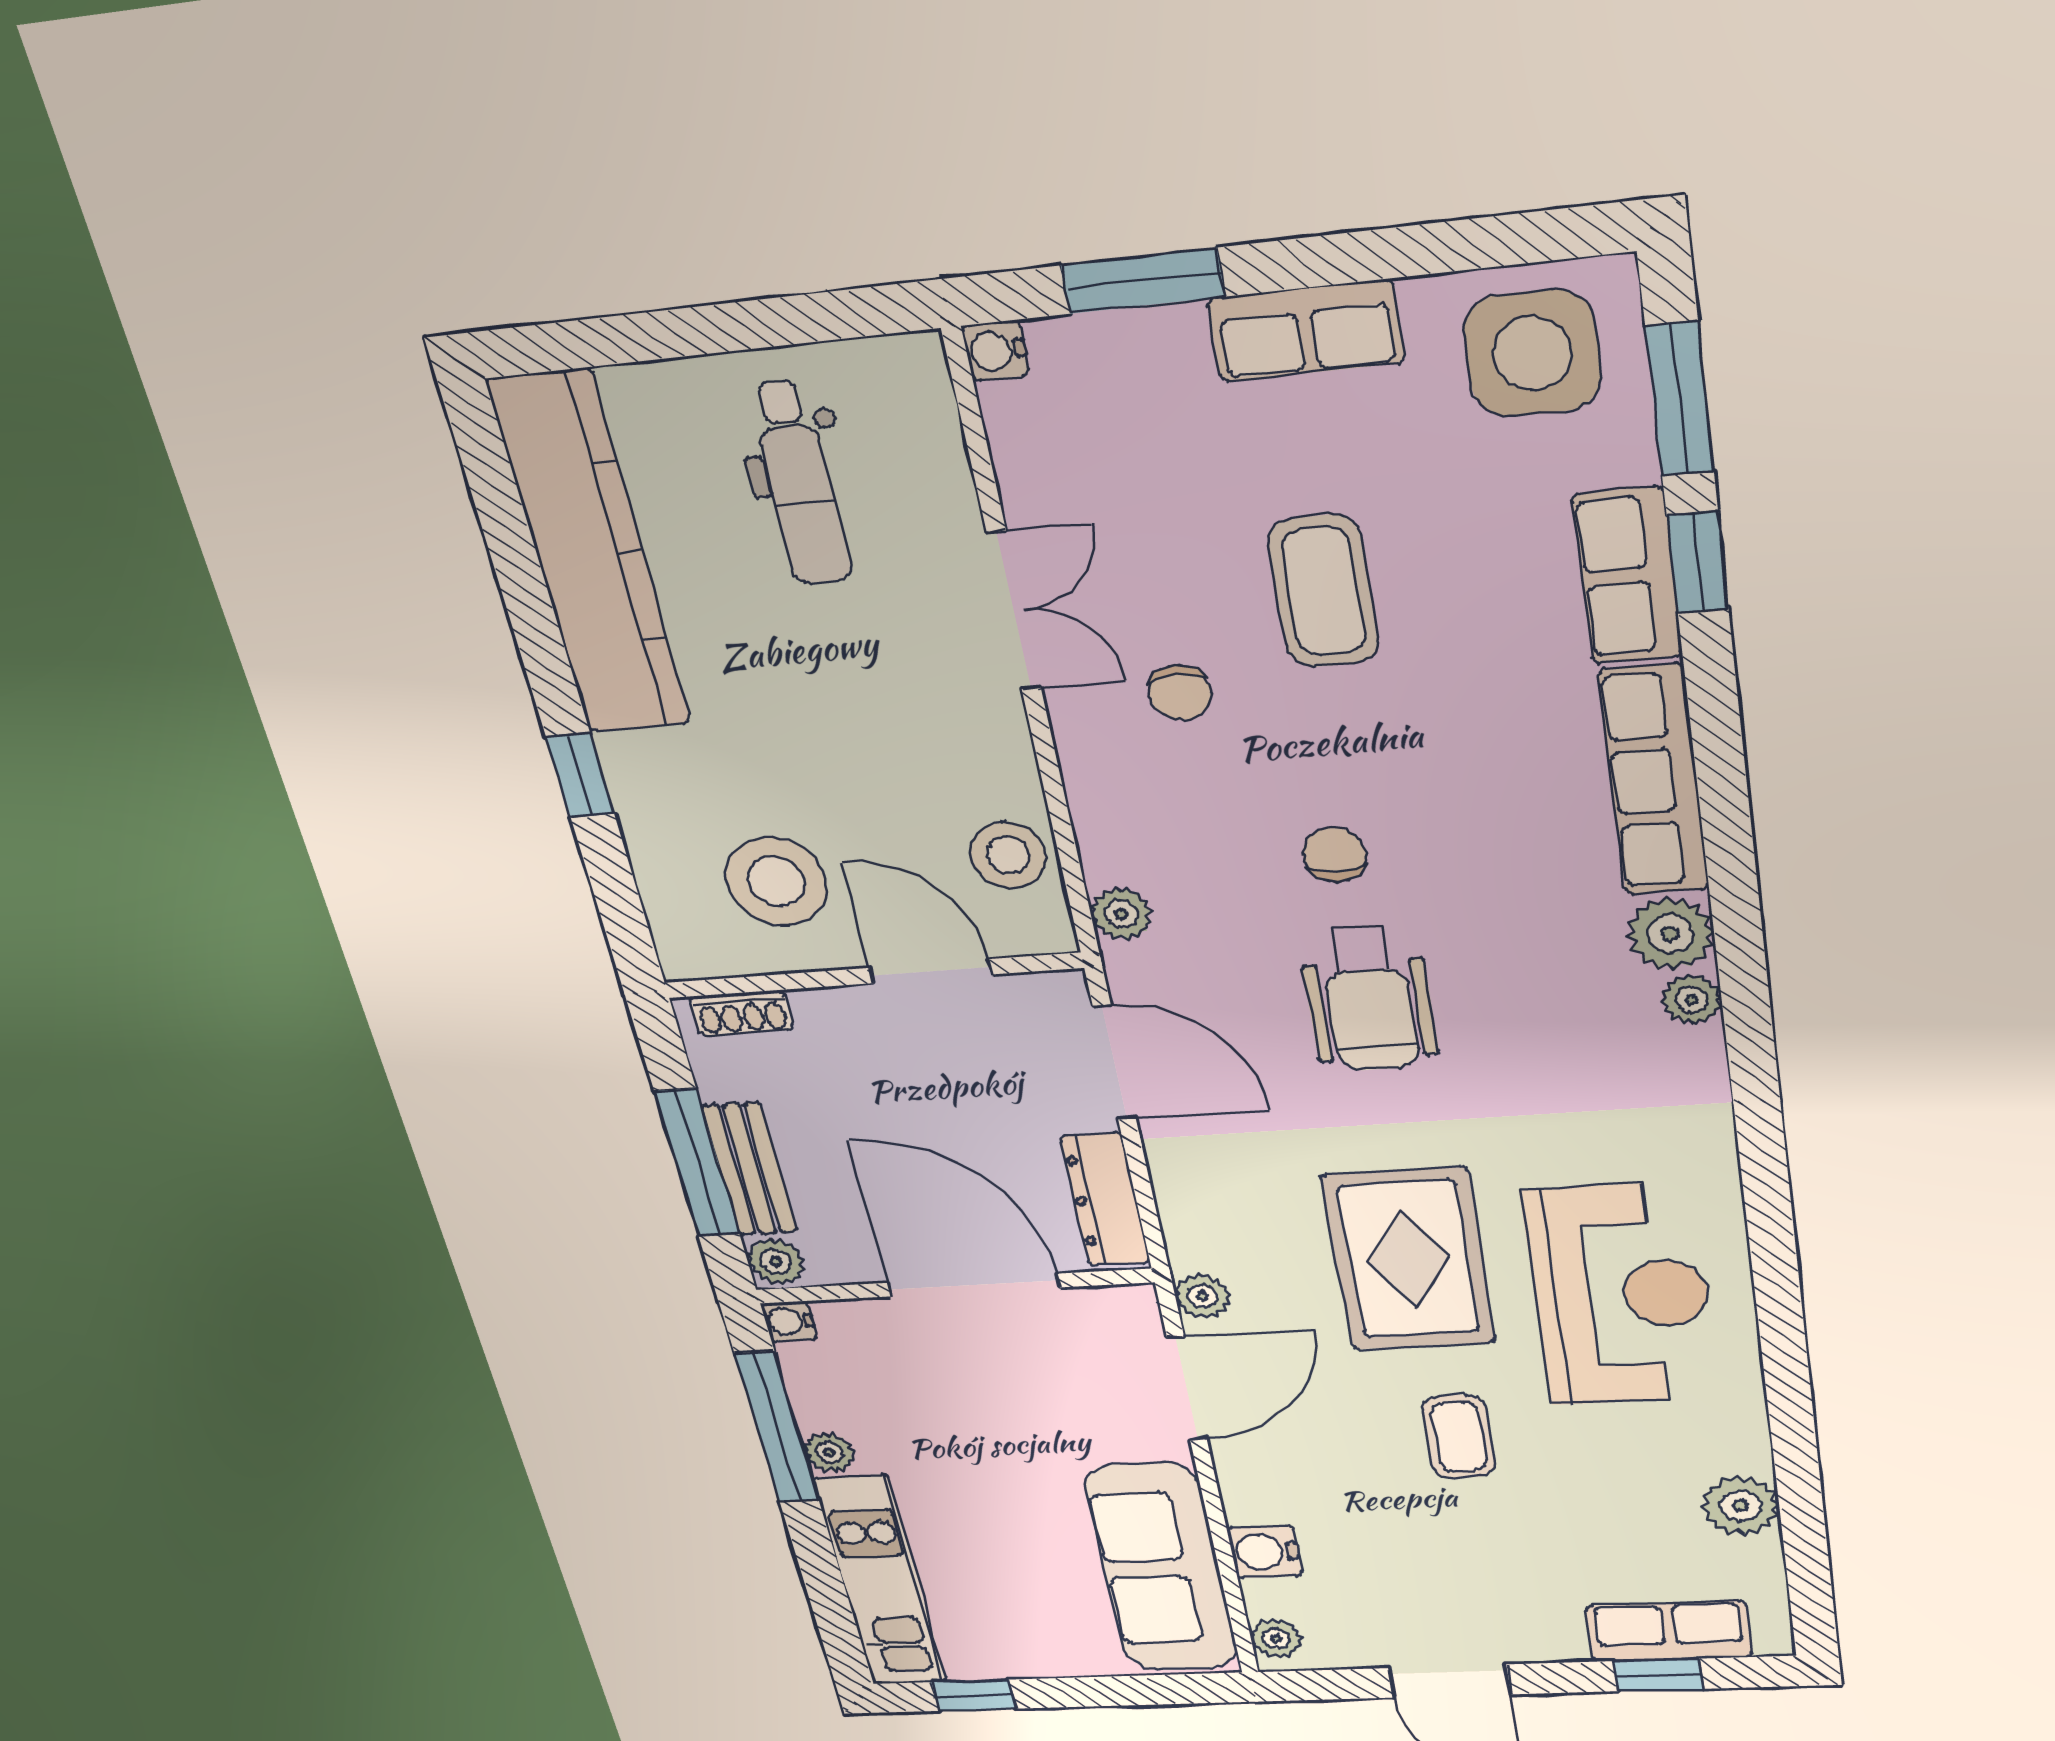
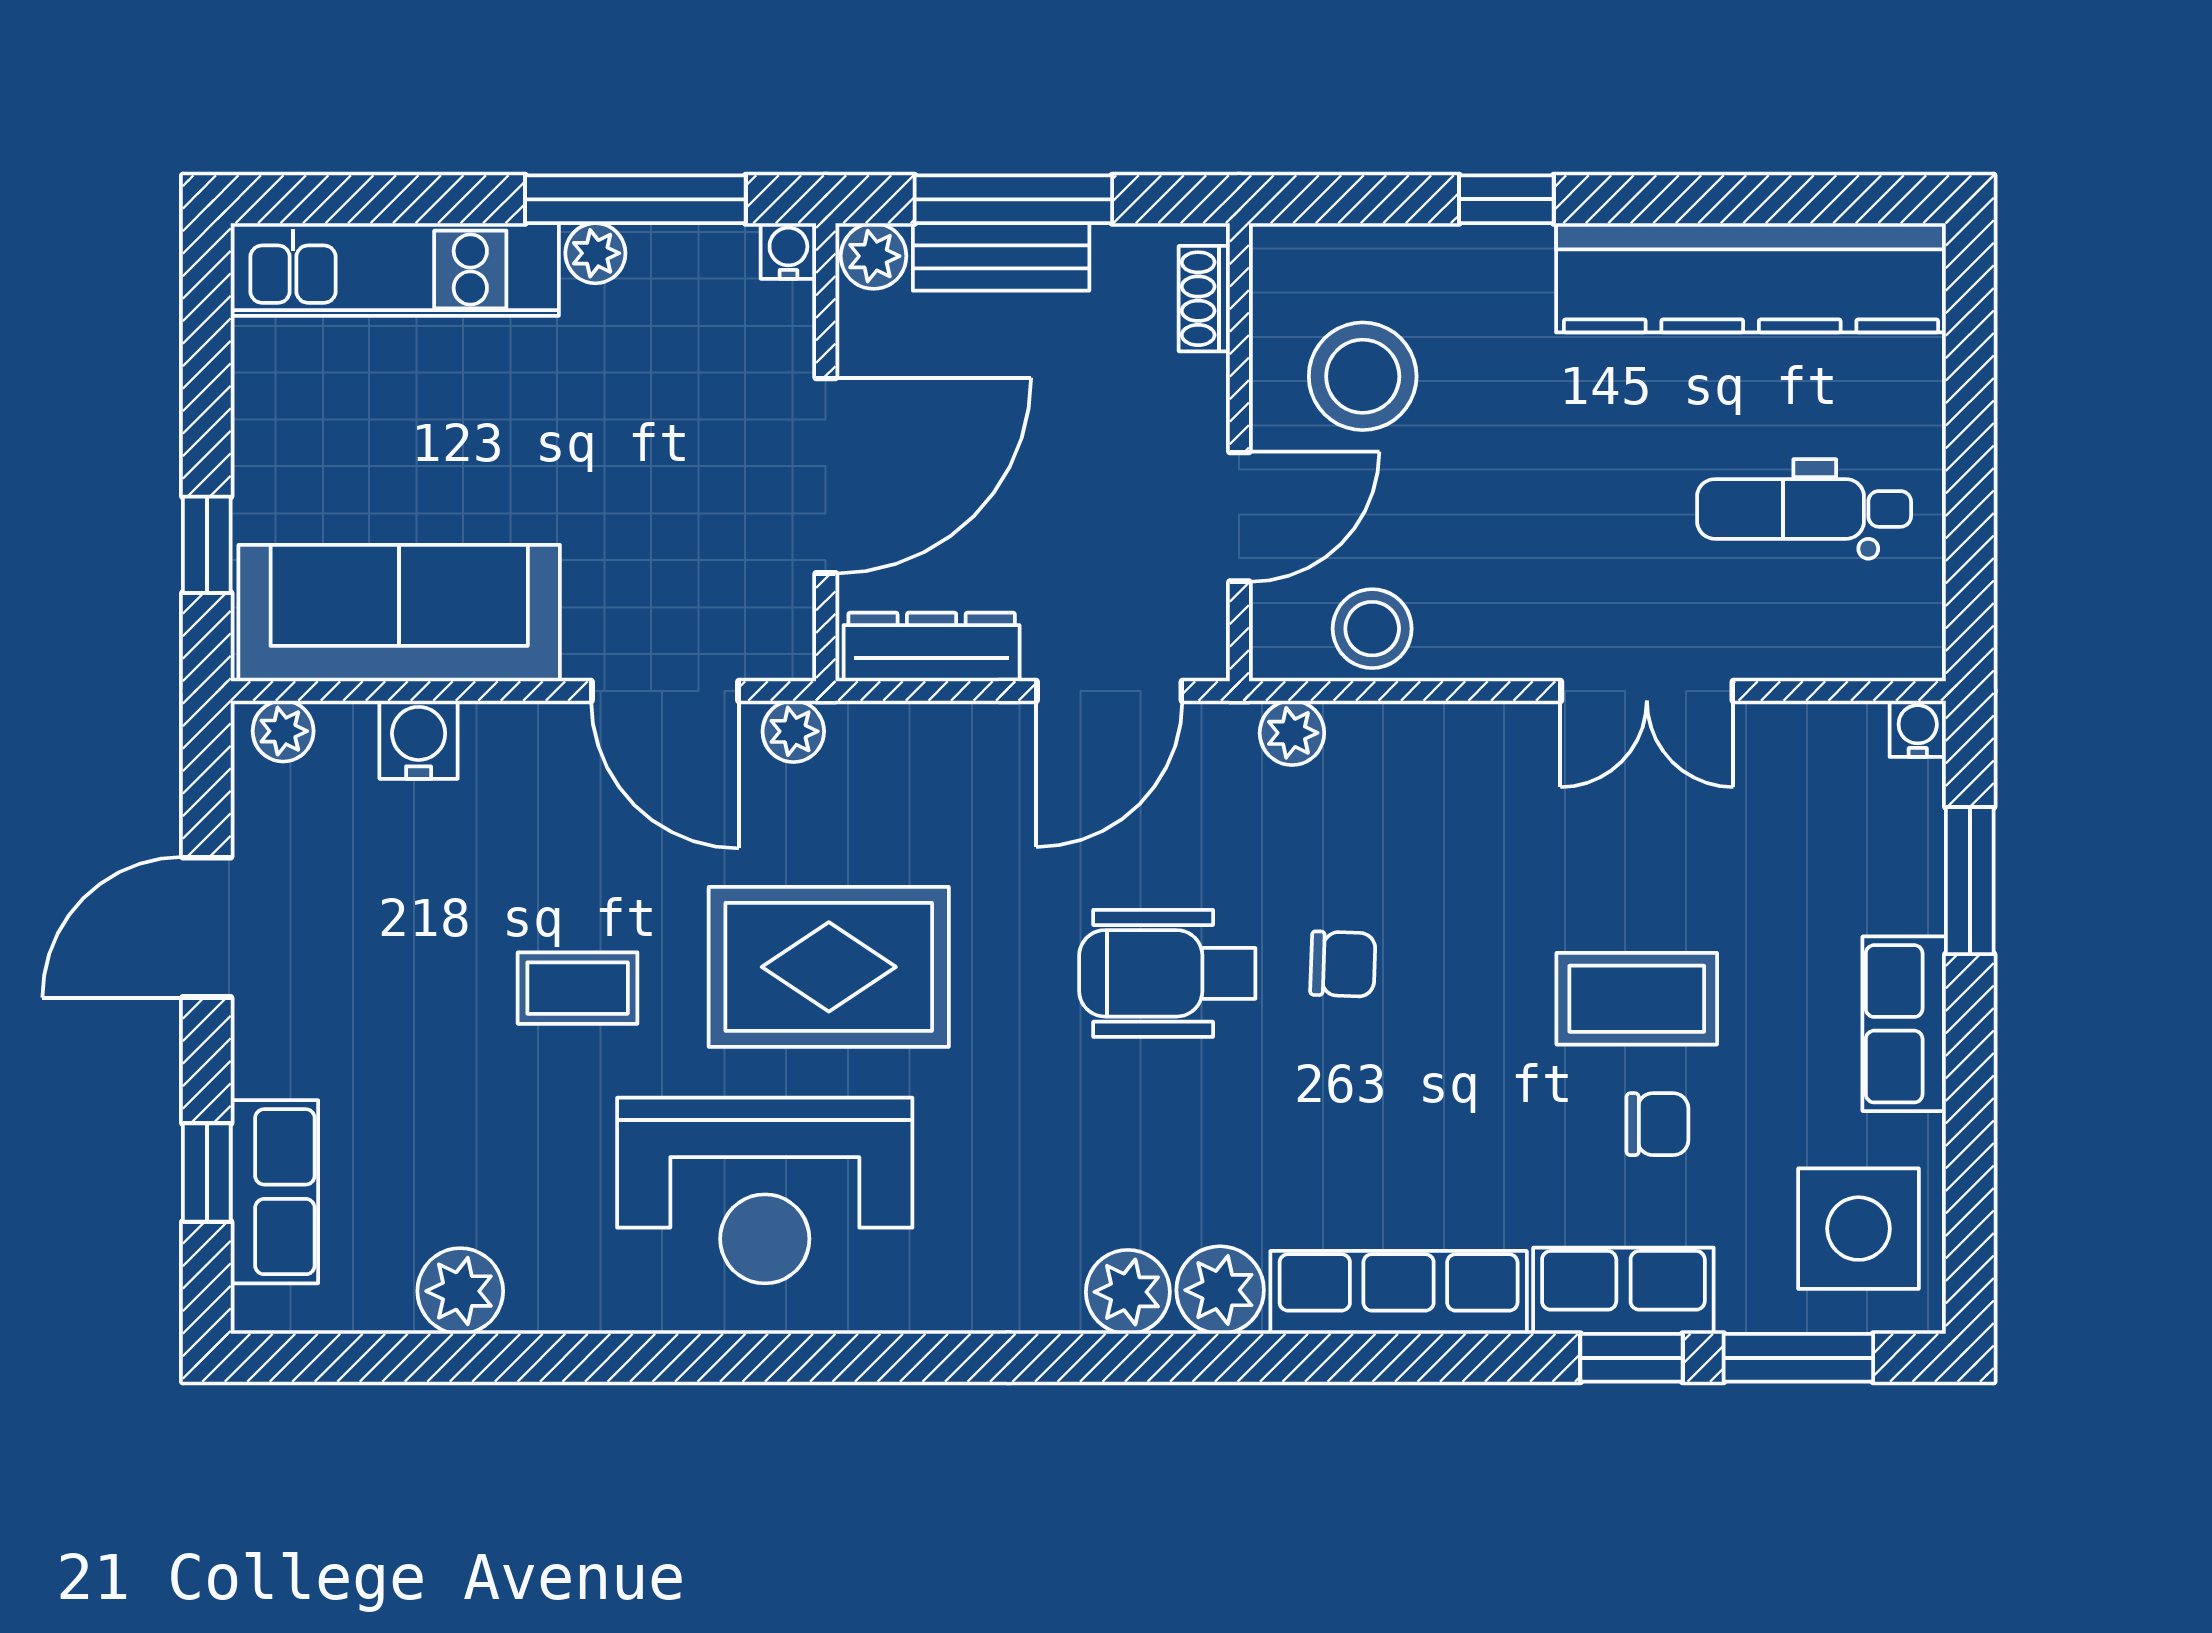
chair: (1180, 692) -> (1657, 1124), moved, turned 180
plant: (1691, 1000) -> (1128, 1292), width x1.38, depth x1.38
window: (974, 1695) -> (207, 545), moved

